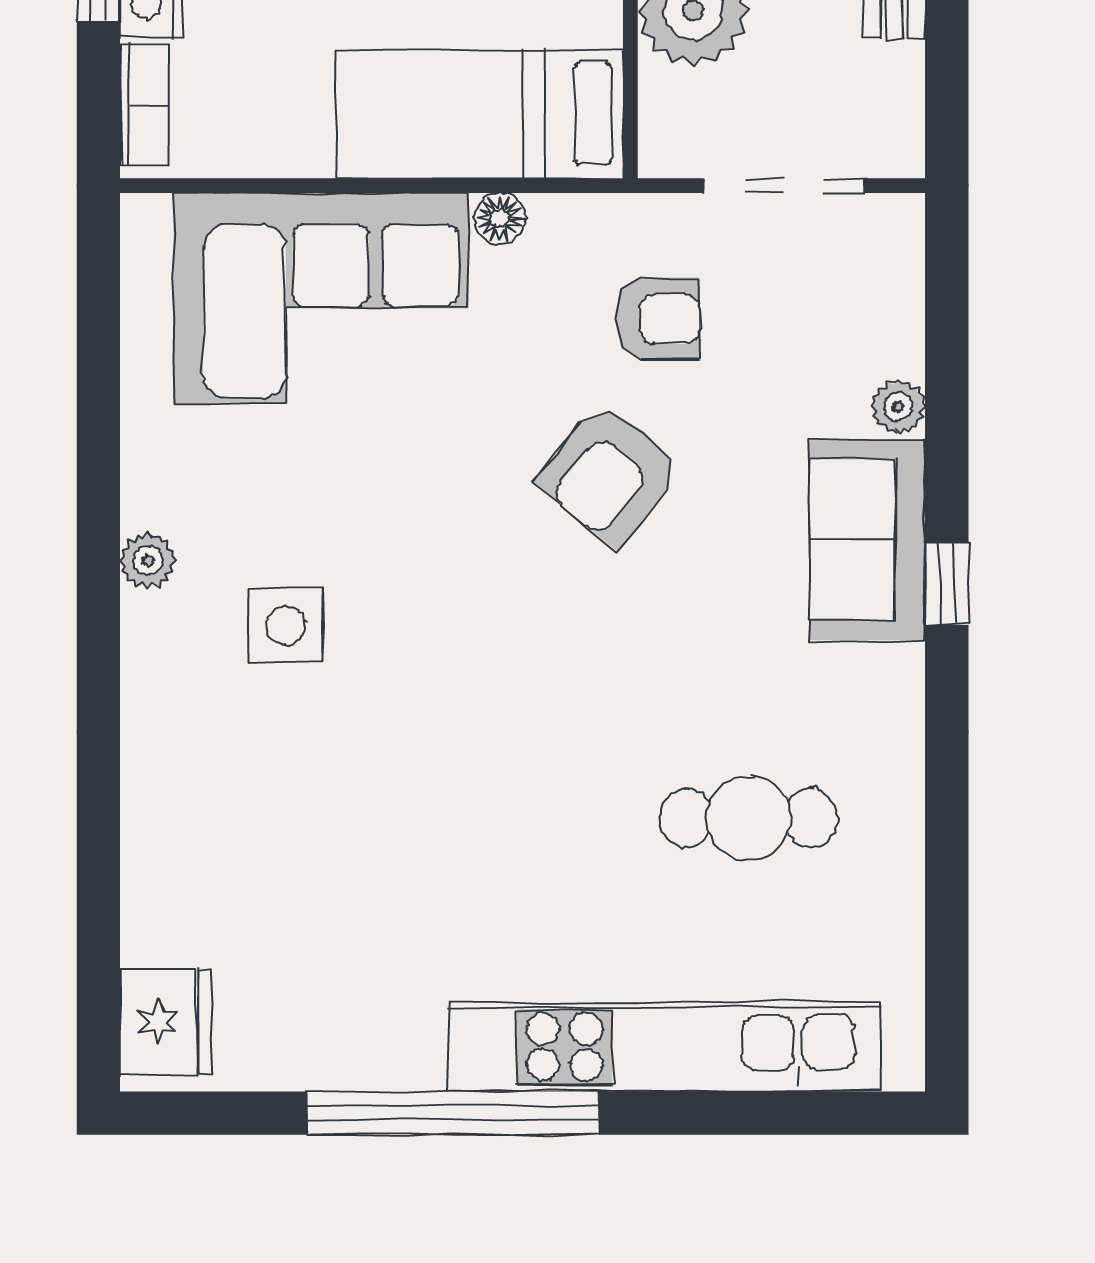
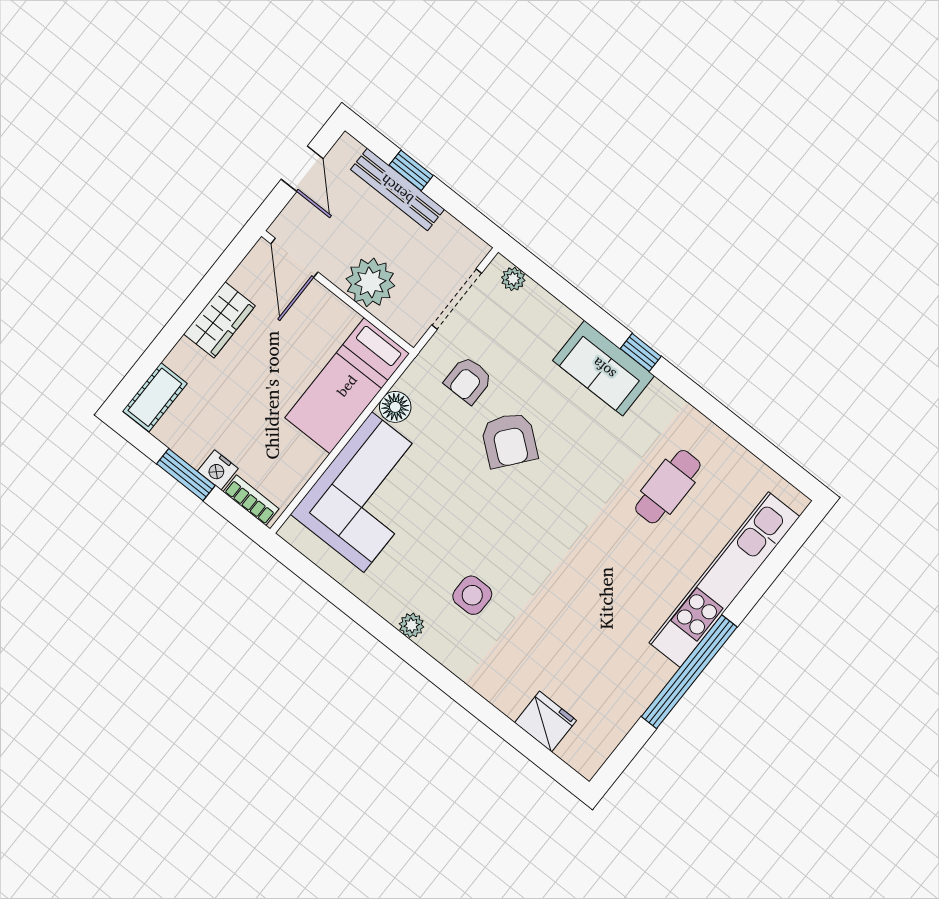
floor lamp: (500, 218) -> (395, 407), width x1.37, depth x1.37
armchair: (658, 319) -> (468, 380), turned 180
plant: (898, 407) -> (513, 279), moved
fridge: (165, 1022) -> (546, 722), moved

